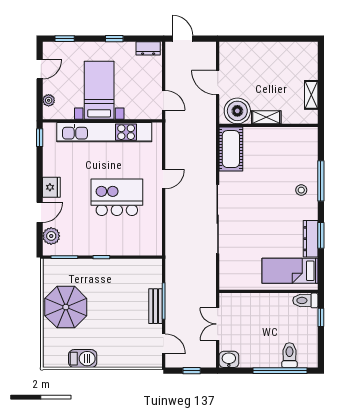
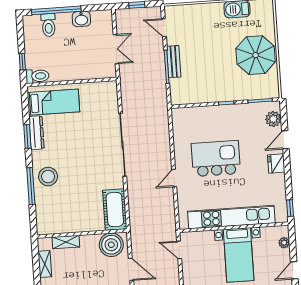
shelving: (266, 117) -> (66, 242), moved
stool: (301, 190) -> (48, 176), width x1.89, depth x1.89
kitchen island: (117, 197) -> (216, 158), turned 180
washbasin: (229, 359) -> (81, 19), moved

